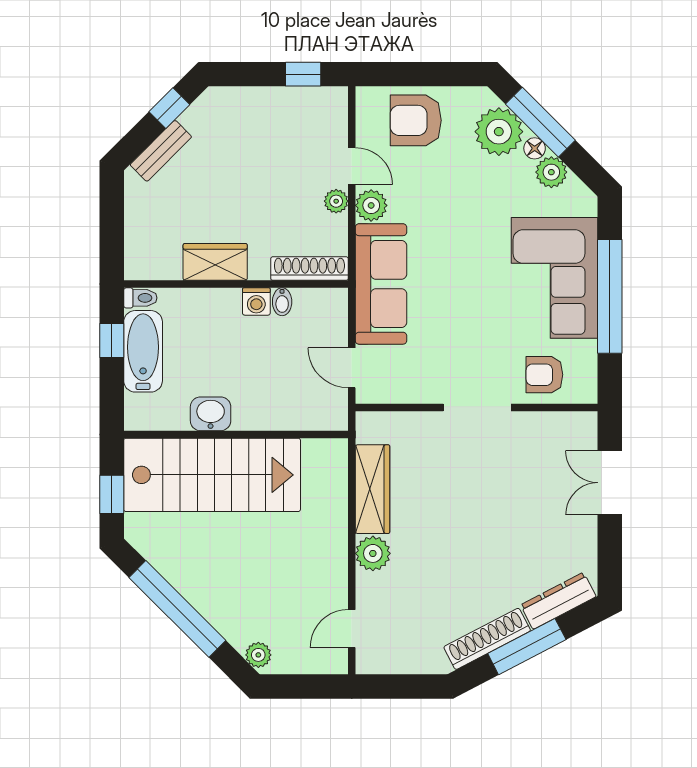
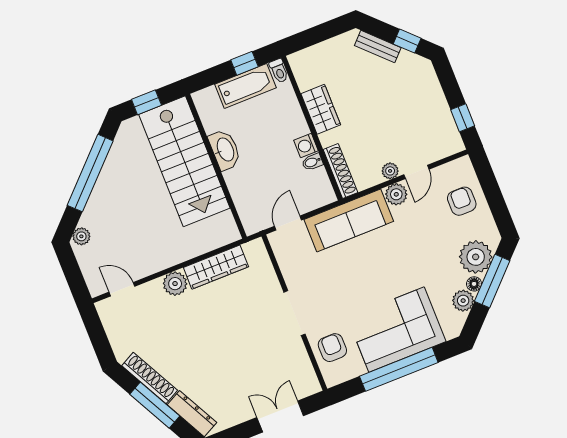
armchair: (416, 120) -> (462, 201), width x0.72, depth x0.72
washbasin: (211, 414) -> (225, 150), width x1.38

